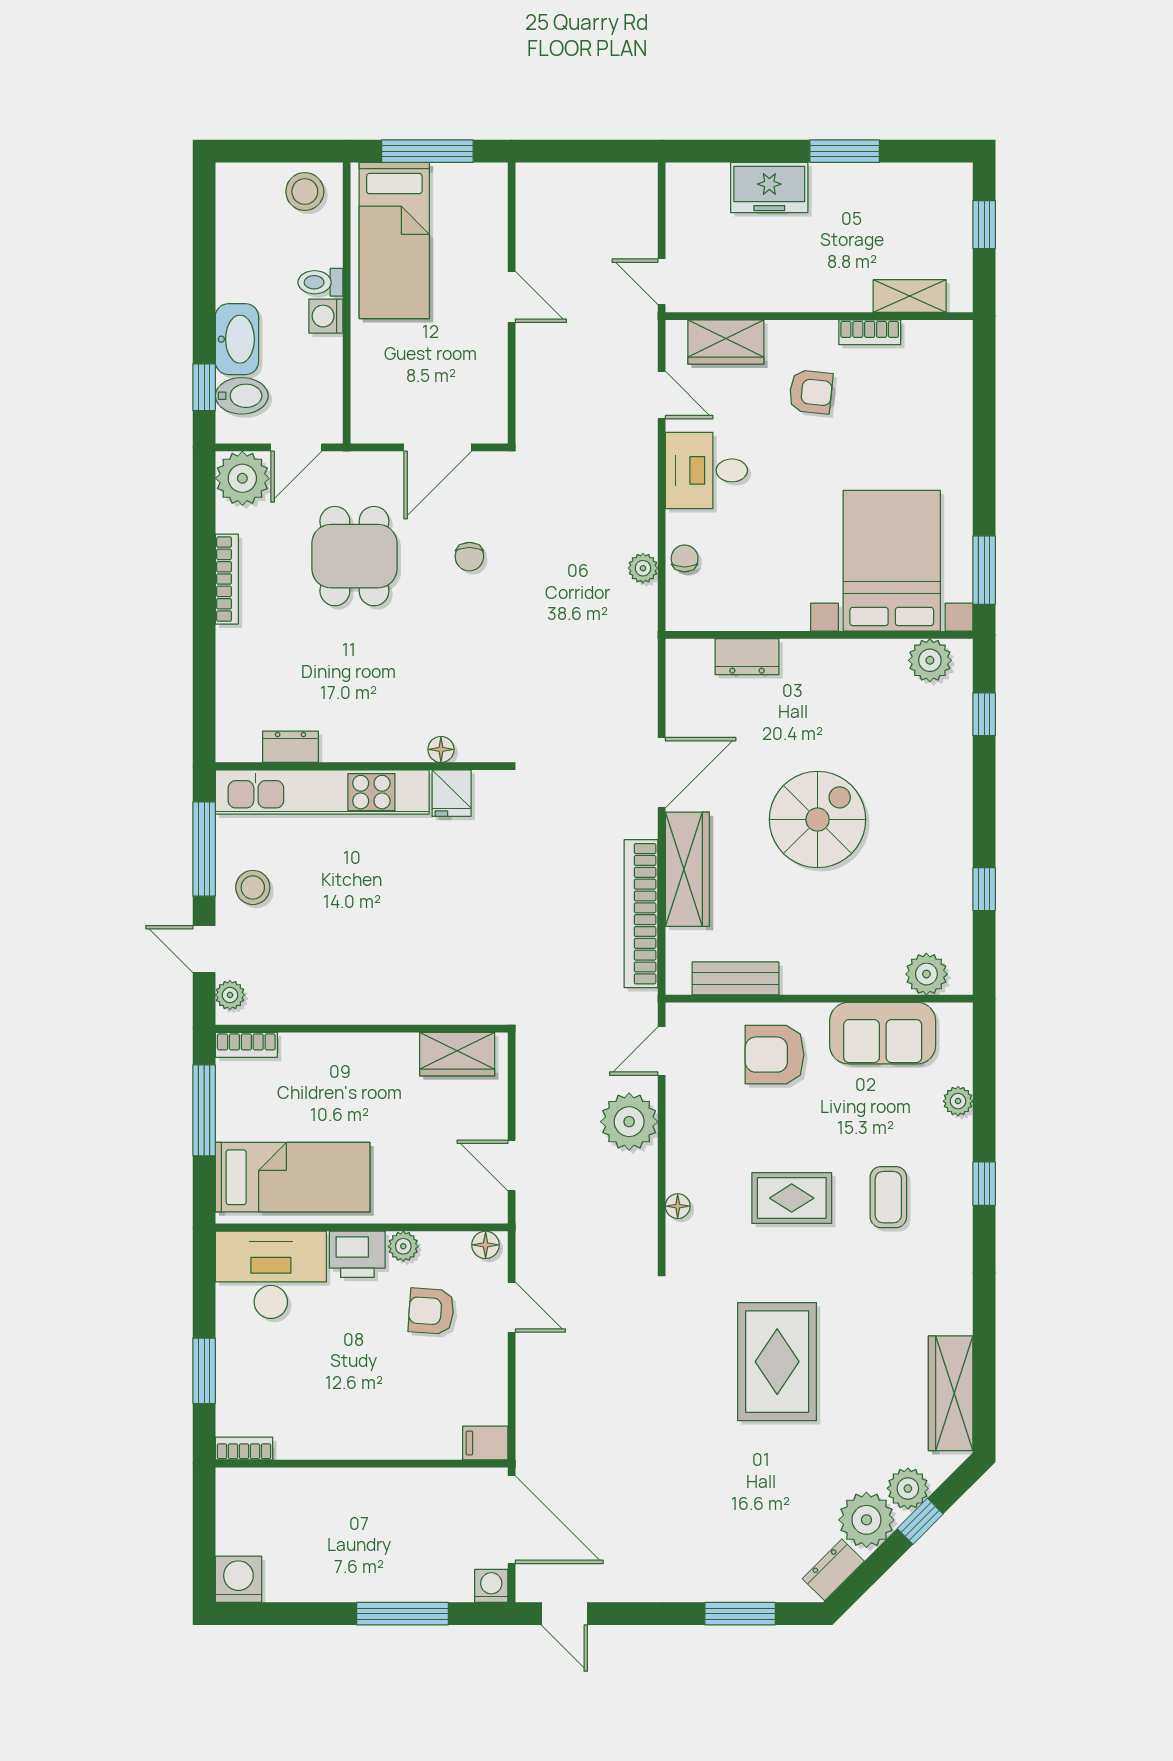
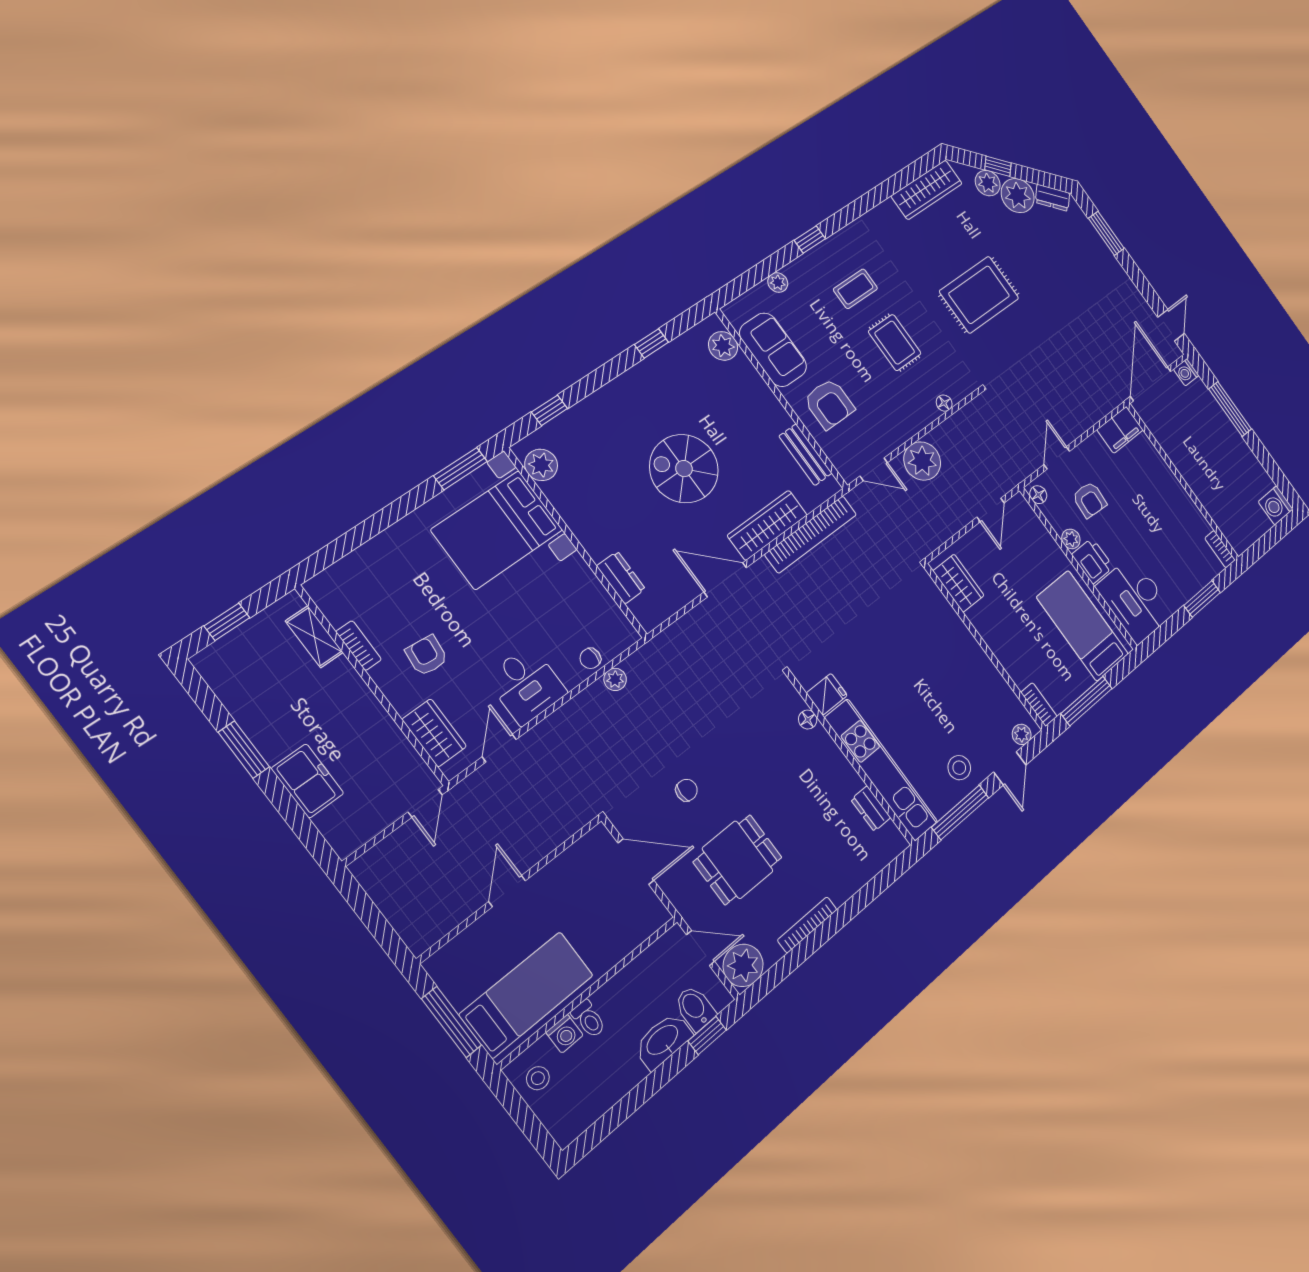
stool: (305, 192) -> (538, 1078), width x0.73, depth x0.73
washing machine: (326, 316) -> (565, 1034), moved
filing cabinet: (485, 1443) -> (1120, 430), width x2.00

